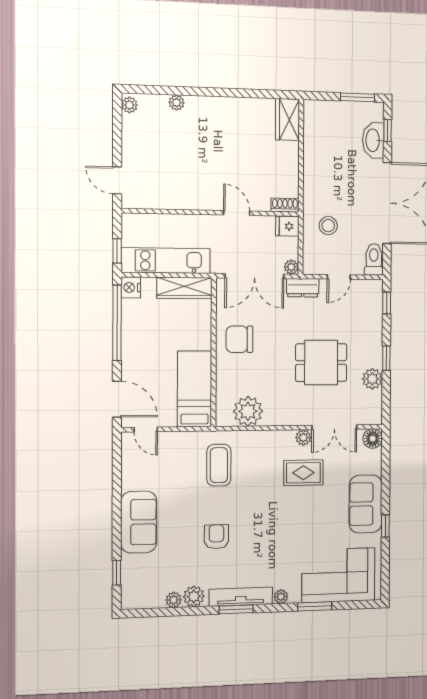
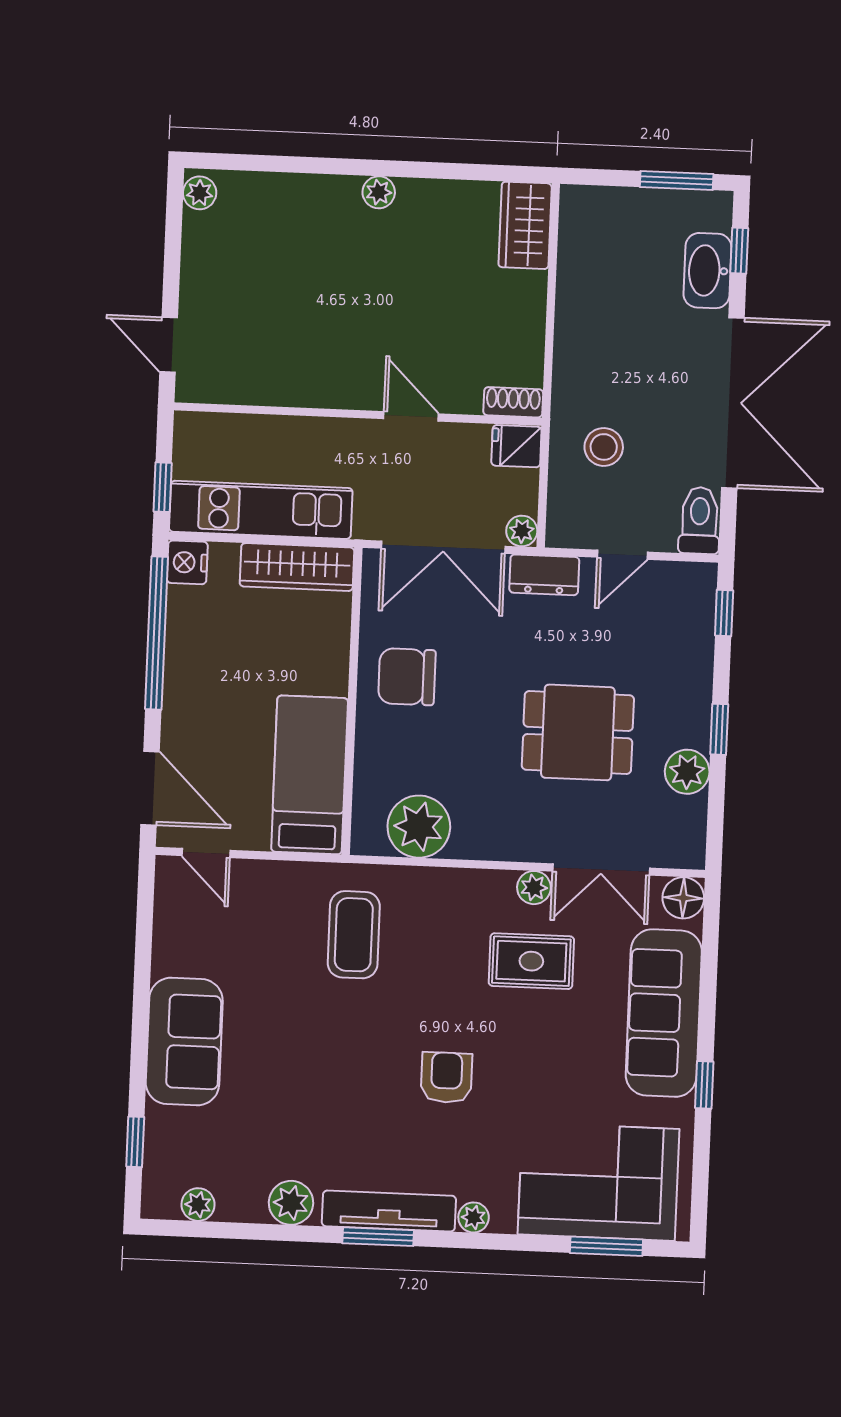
plant: (177, 103) -> (379, 192), moved
sofa: (366, 504) -> (664, 1013), width x1.36
armchair: (216, 537) -> (446, 1078), moved
plant: (174, 600) -> (198, 1205), moved
window: (315, 606) -> (606, 1246), moved

